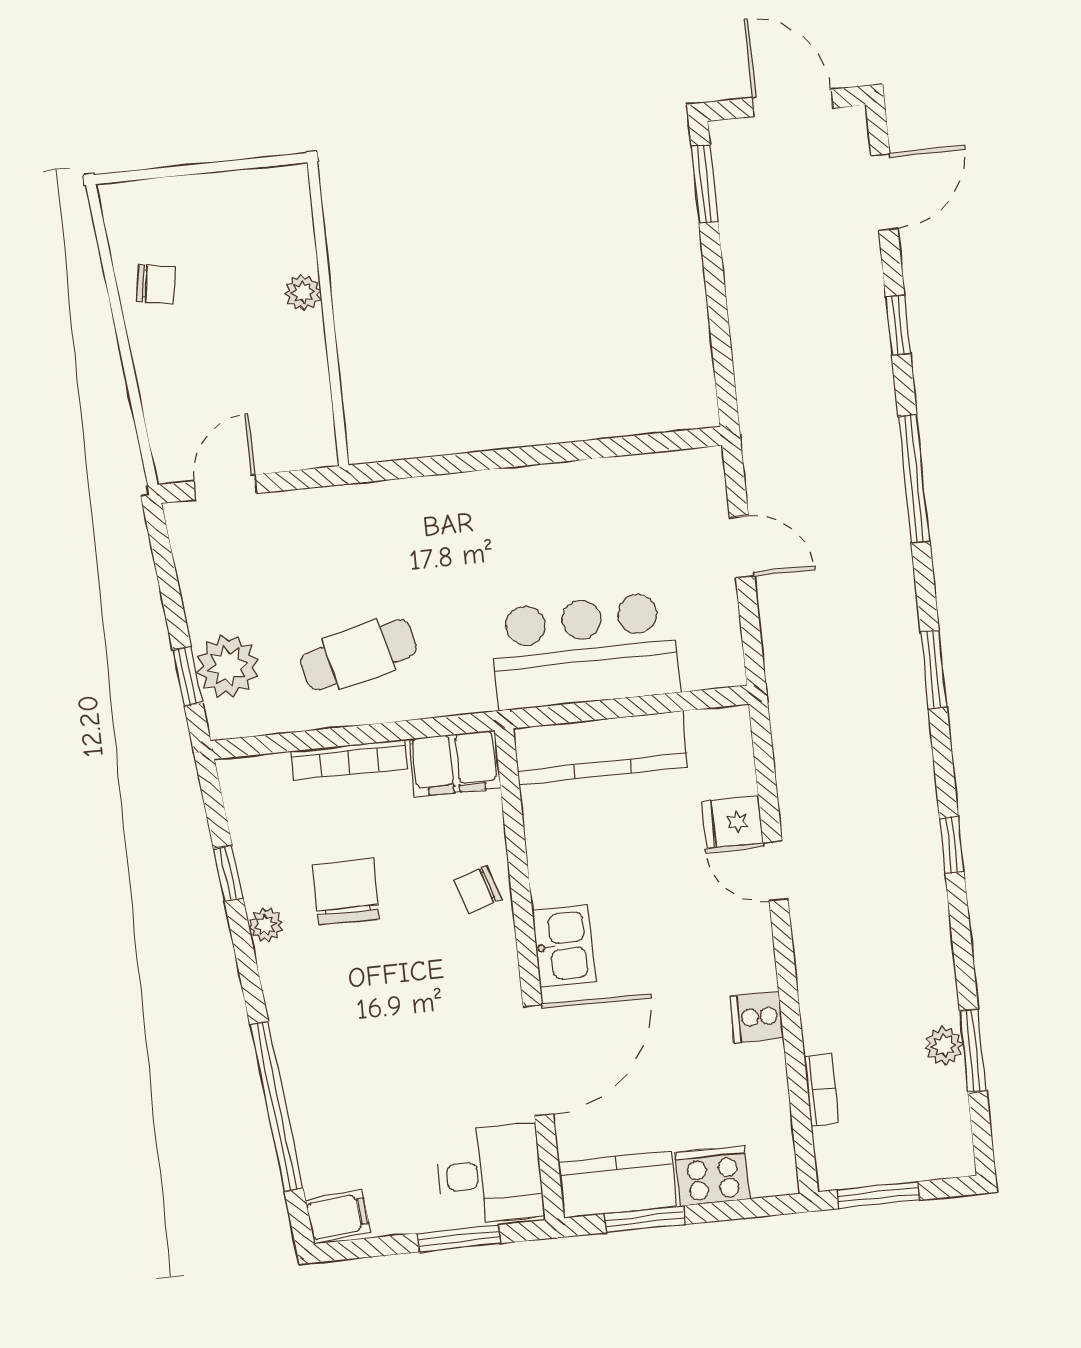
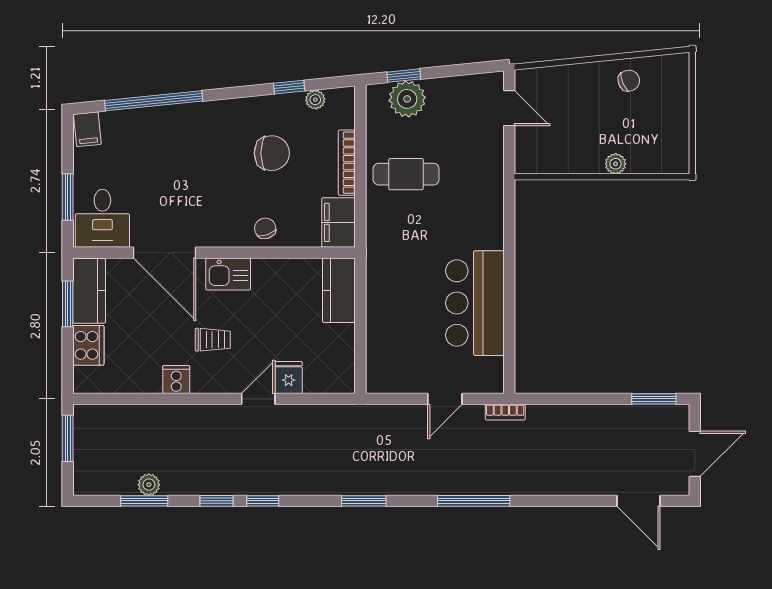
chair: (156, 284) -> (629, 81), turned -121
window: (898, 325) -> (217, 501), moved
bar counter: (585, 651) -> (475, 303), moved, turned 180
cafe table: (358, 655) -> (406, 174), turned -76
kitchen counter: (600, 748) -> (339, 290), width x0.67
plant: (266, 925) -> (315, 100), moved
trolley: (681, 961) -> (213, 340), added
bookcase: (821, 1089) -> (505, 412), moved

